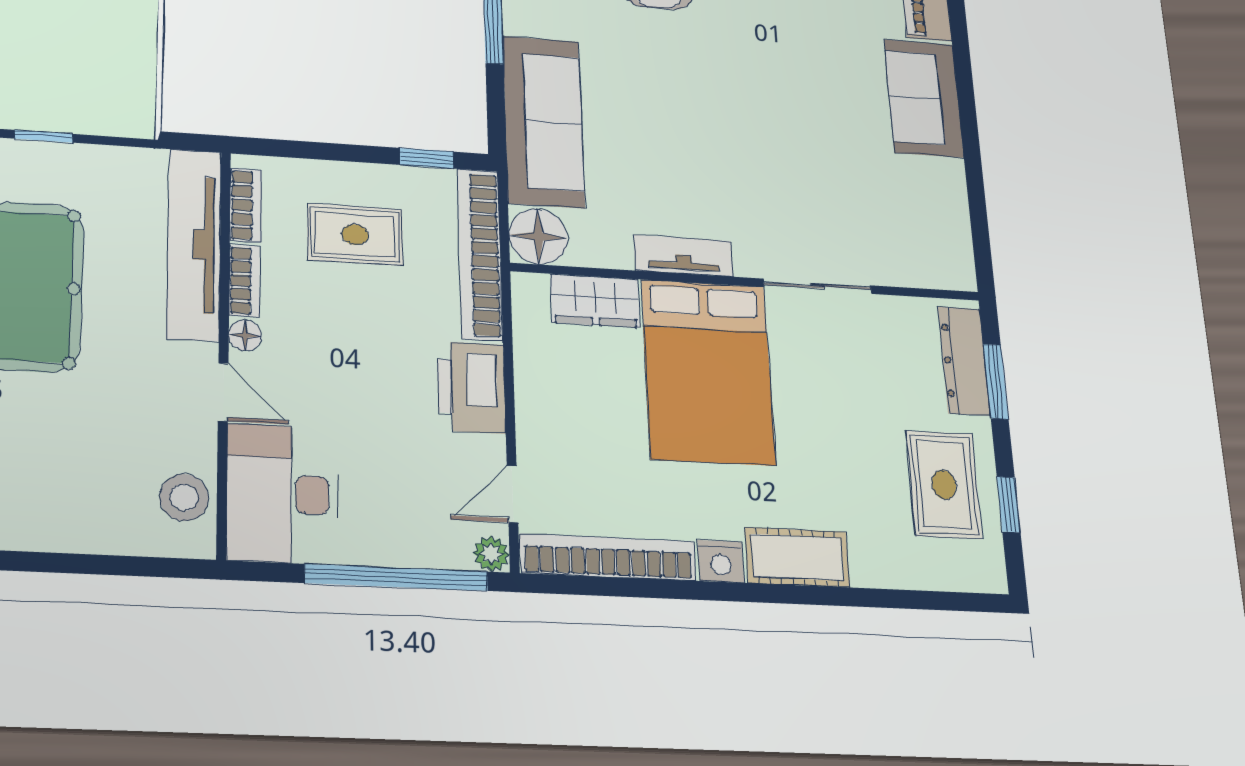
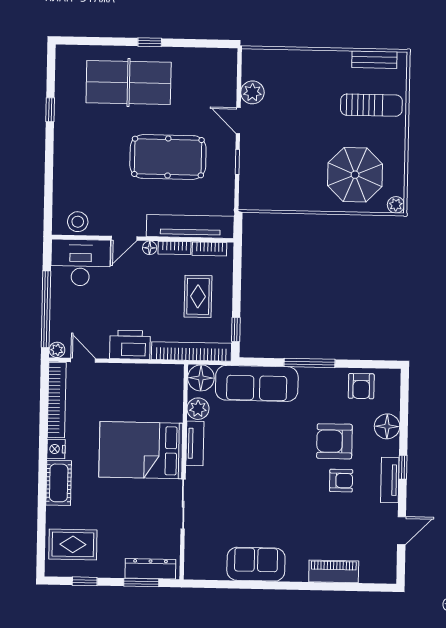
sofa: (924, 98) -> (256, 564), moved
plant: (607, 246) -> (198, 409), added
wardrobe: (595, 301) -> (172, 402), removed
rug: (944, 485) -> (73, 544), moved

